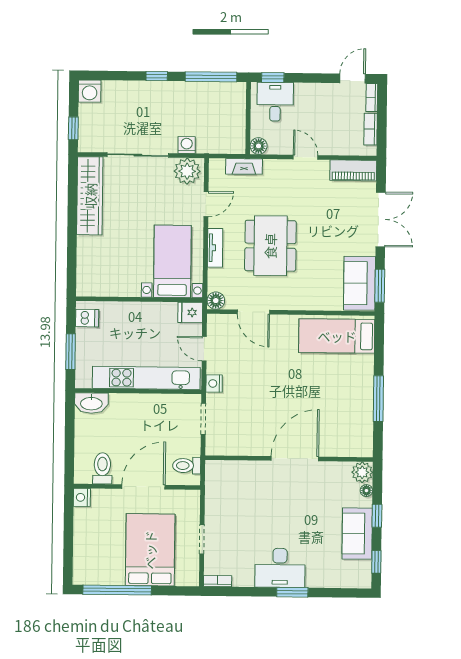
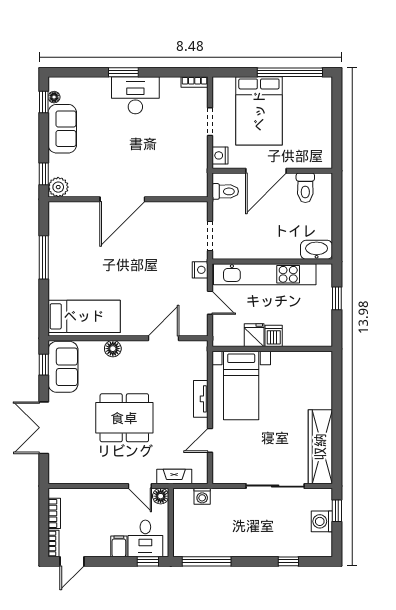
window: (157, 76) -> (288, 561), moved
washing machine: (90, 91) -> (322, 521), moved, turned -90
filing cabinet: (303, 94) -> (119, 546), added
washing machine: (187, 145) -> (202, 496), moved
door: (306, 157) -> (140, 486), moved
piano: (353, 170) -> (70, 474), removed
plant: (187, 171) -> (228, 471), removed
dining table: (270, 246) -> (124, 418), moved, turned 90
window: (380, 286) -> (44, 365), width x0.67
floor lamp: (216, 301) -> (113, 349), moved
fridge: (190, 312) -> (254, 335), moved, turned -90
door: (253, 312) -> (163, 338), hinge flipped
dishwasher: (87, 318) -> (274, 336), moved, turned 90
window: (71, 352) -> (337, 298), width x0.67
floor lamp: (366, 491) -> (54, 97), moved
nightstand: (82, 497) -> (220, 155), moved, turned 180
window: (377, 516) -> (44, 174), moved

